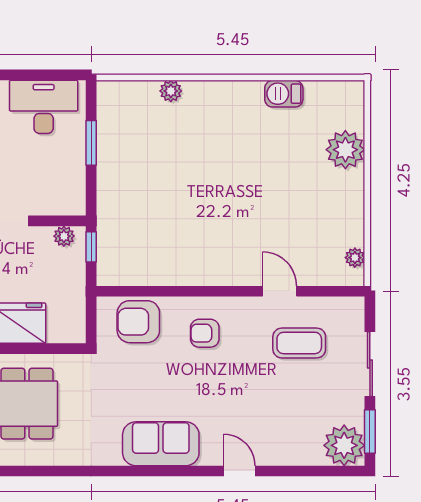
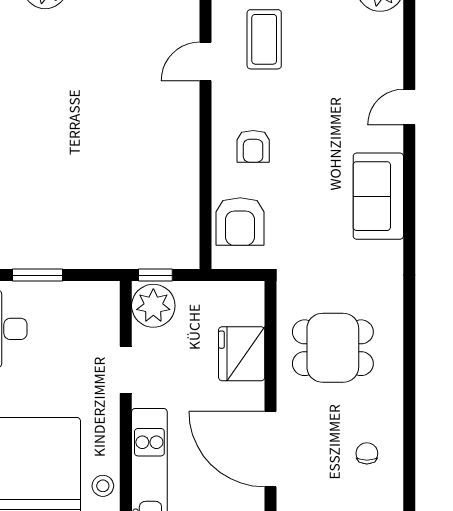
plant: (64, 236) -> (153, 306), width x1.87, depth x1.87

